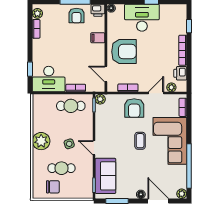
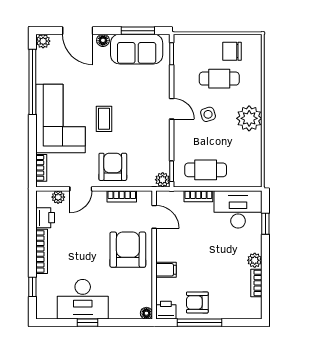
plant: (37, 13) -> (255, 260), moved
armchair: (76, 15) -> (197, 302), turned -90
desk: (142, 18) -> (83, 299), moved
armchair: (124, 52) -> (128, 250), turned 90
sofa: (105, 176) -> (137, 49), moved, turned -90

